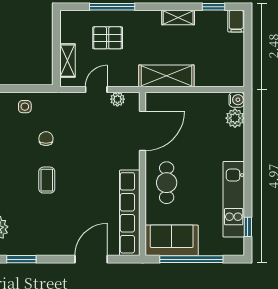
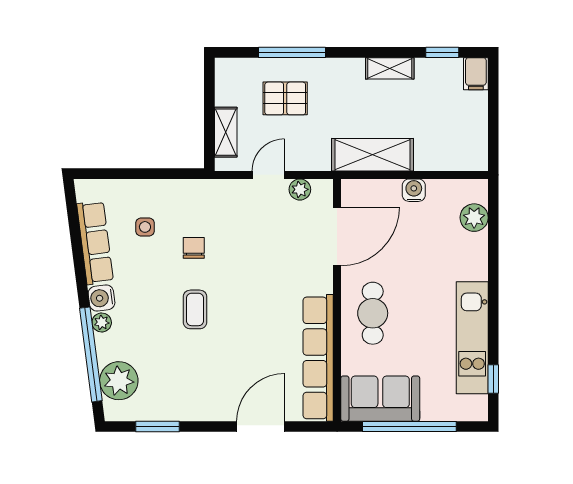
water cooler: (237, 100) -> (414, 190), moved, turned -90
side table: (25, 107) -> (145, 227), moved

